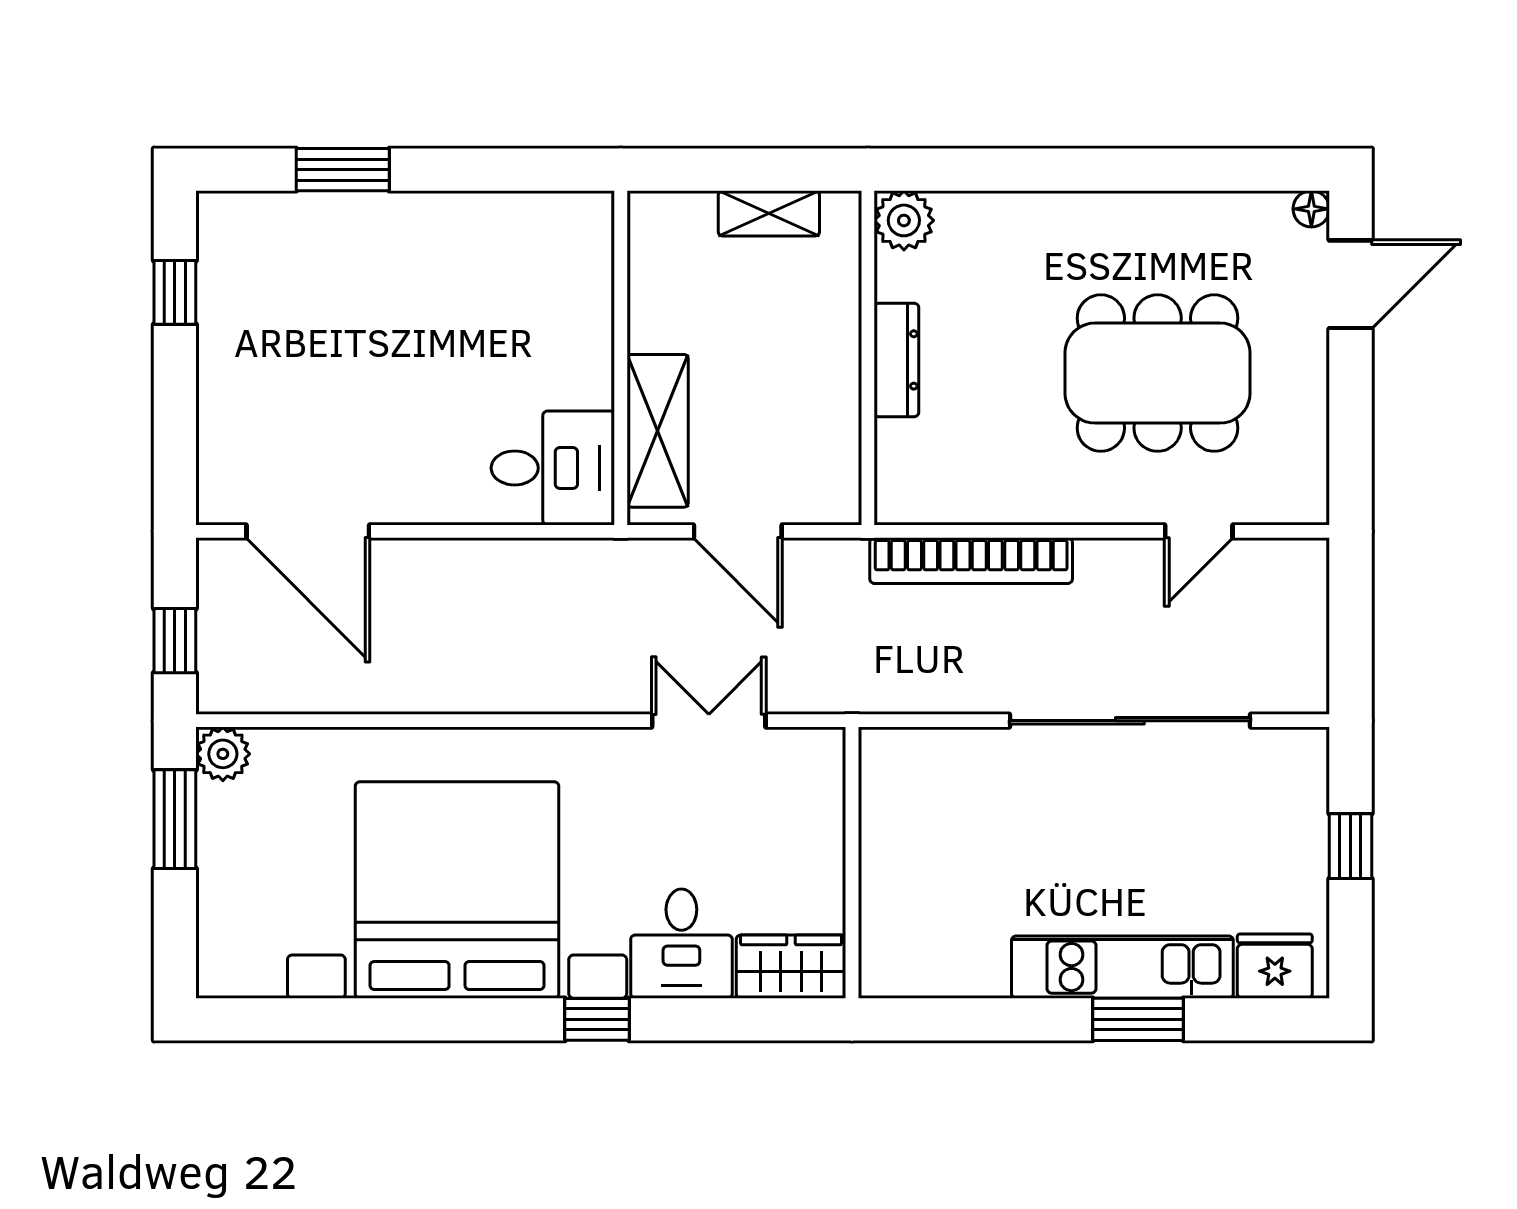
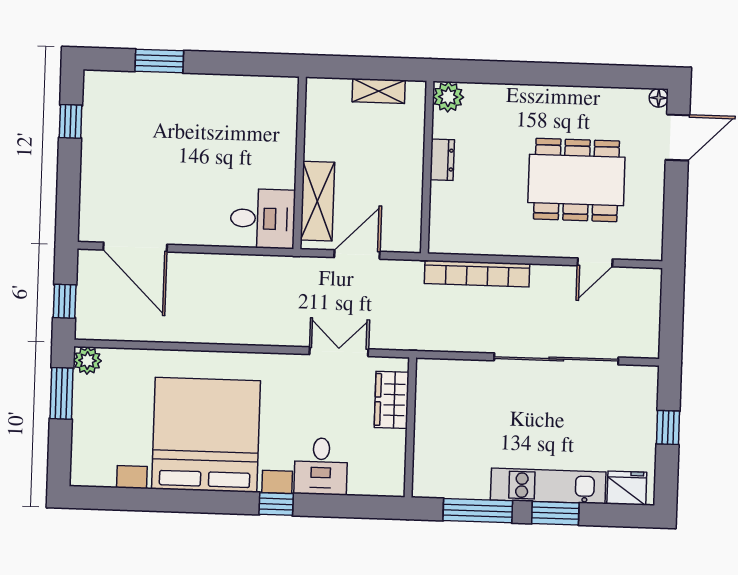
dresser: (896, 360) -> (442, 160), width x0.70
door: (738, 531) -> (357, 254), swing flipped
wardrobe: (791, 967) -> (392, 400), moved, turned -90
window: (988, 1019) -> (478, 511), added

